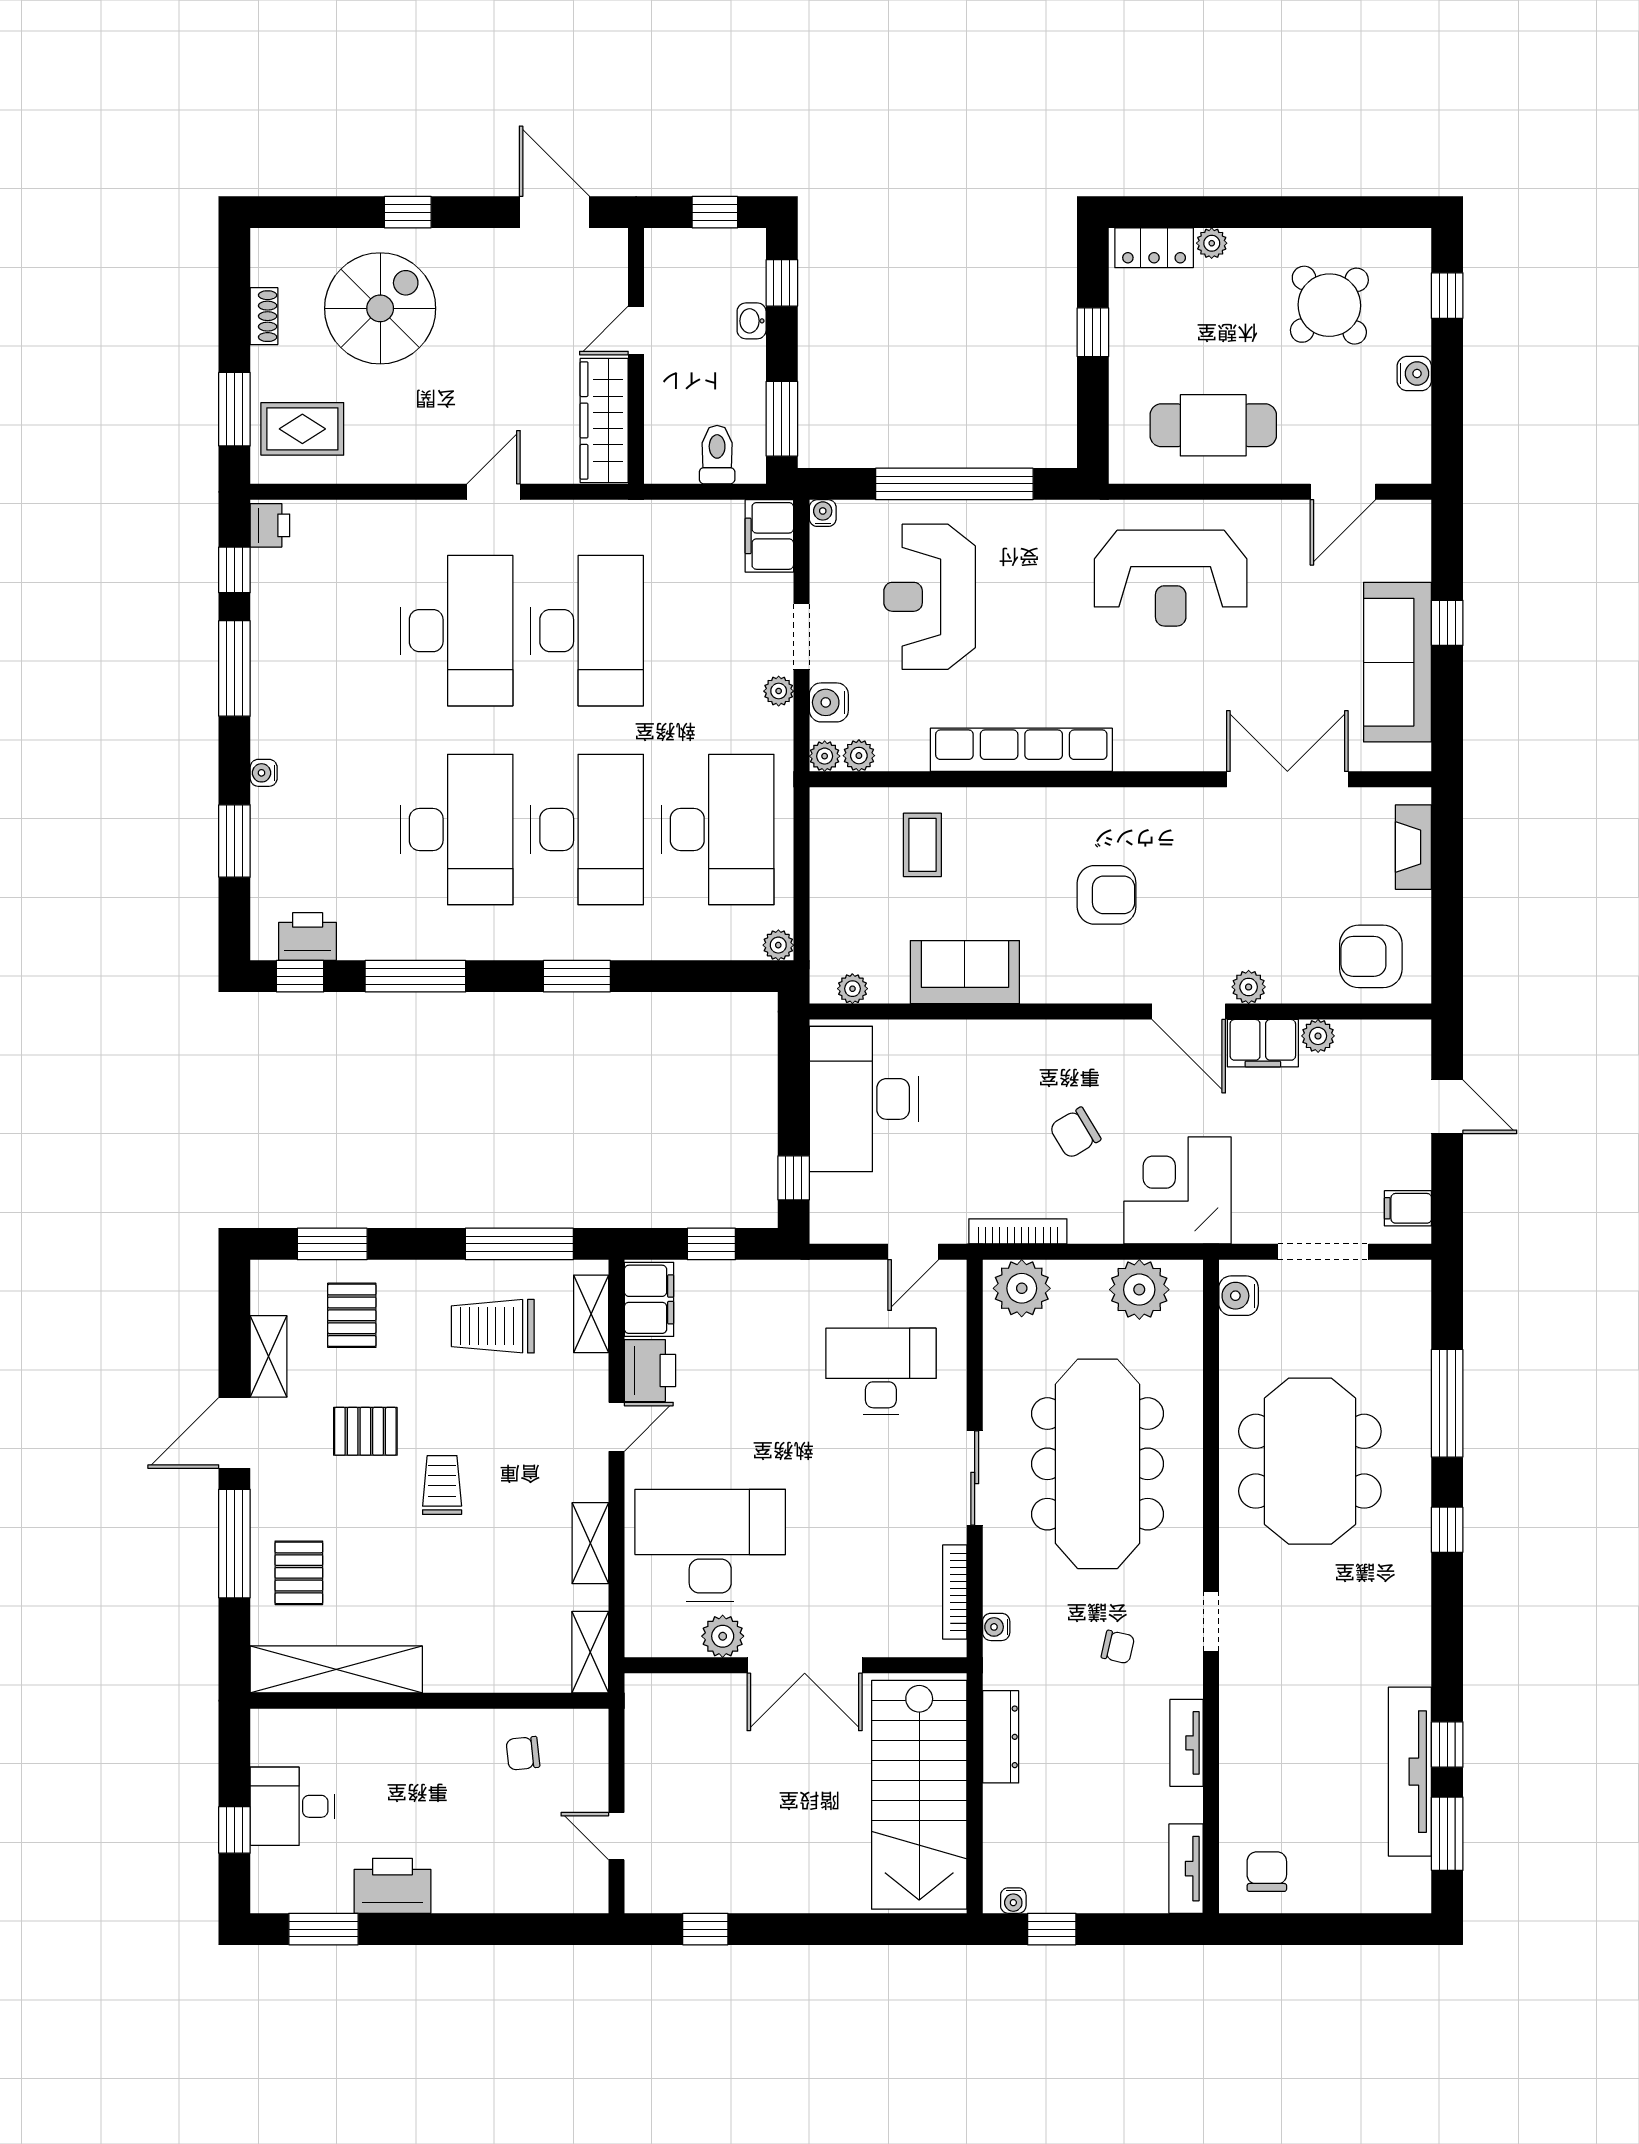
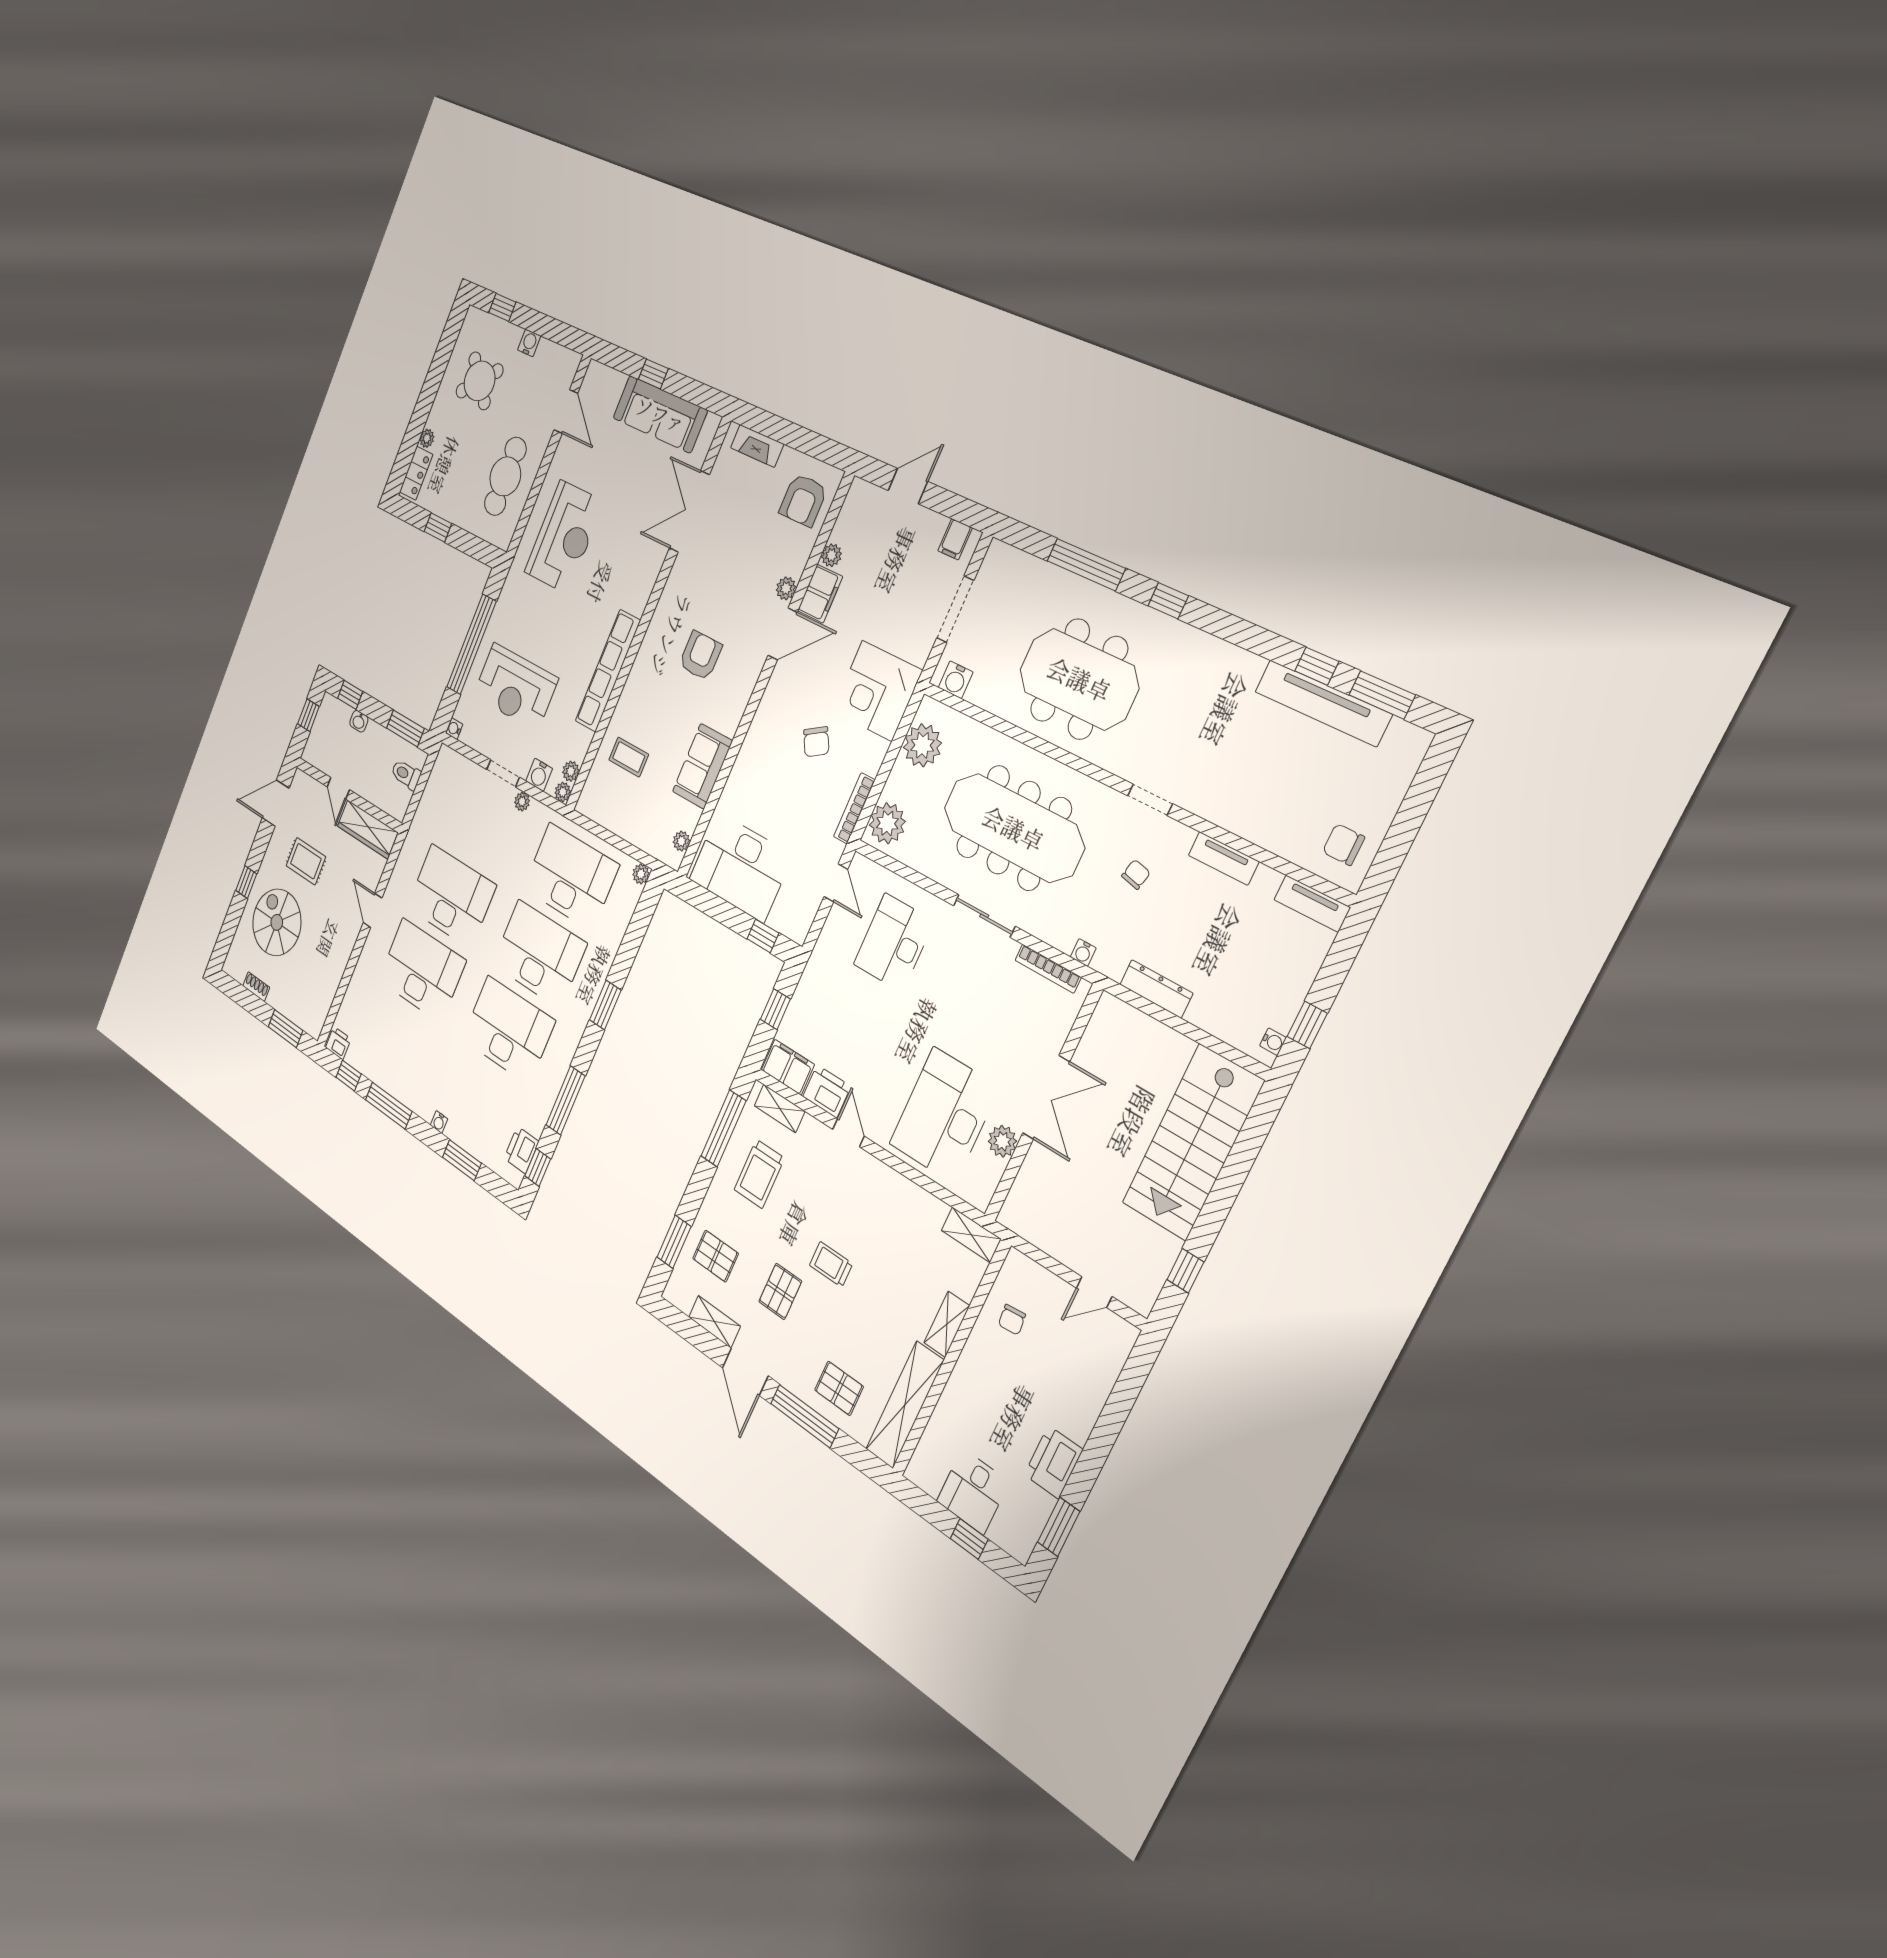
rug: (302, 429) -> (306, 861), moved, turned 90
filing cabinet: (769, 536) -> (452, 765), removed
shelving: (590, 1543) -> (947, 1324), moved, turned 90
stairs: (919, 1795) -> (1193, 1142), moved, turned 90

